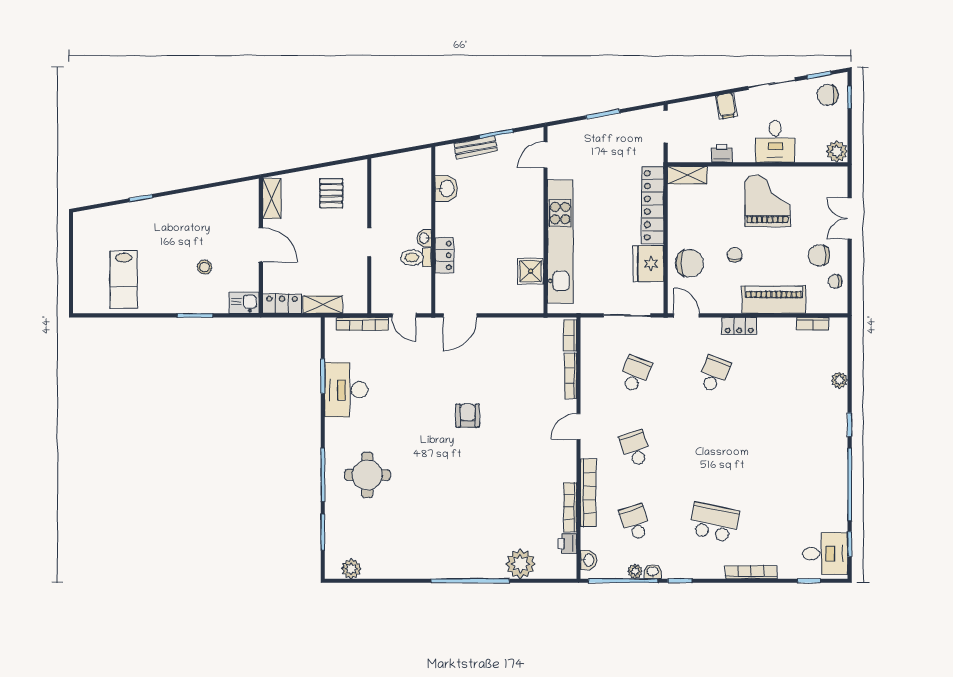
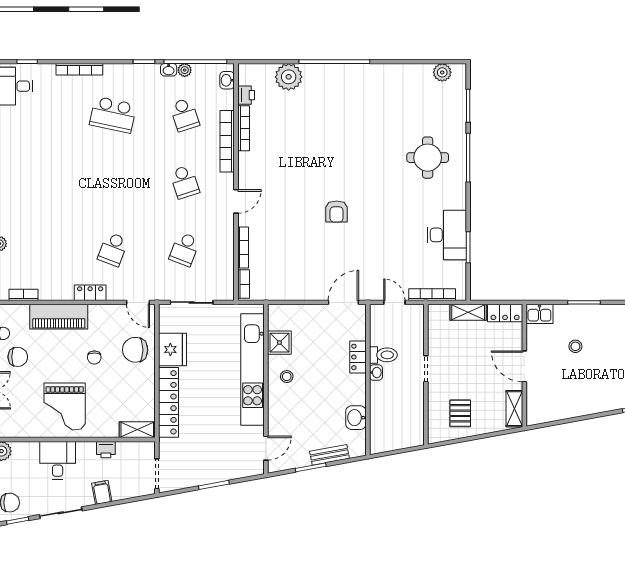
stool: (523, 234) -> (287, 377), added

